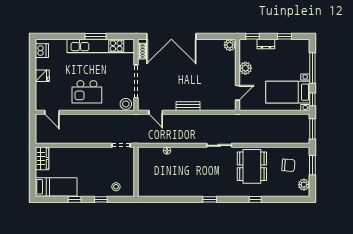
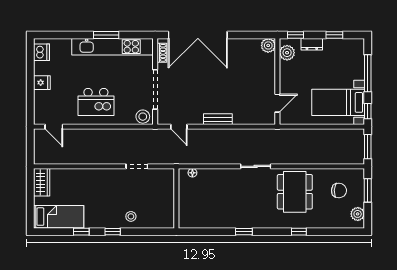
plant: (245, 68) -> (287, 53), moved
wall: (136, 172) -> (176, 198), moved

